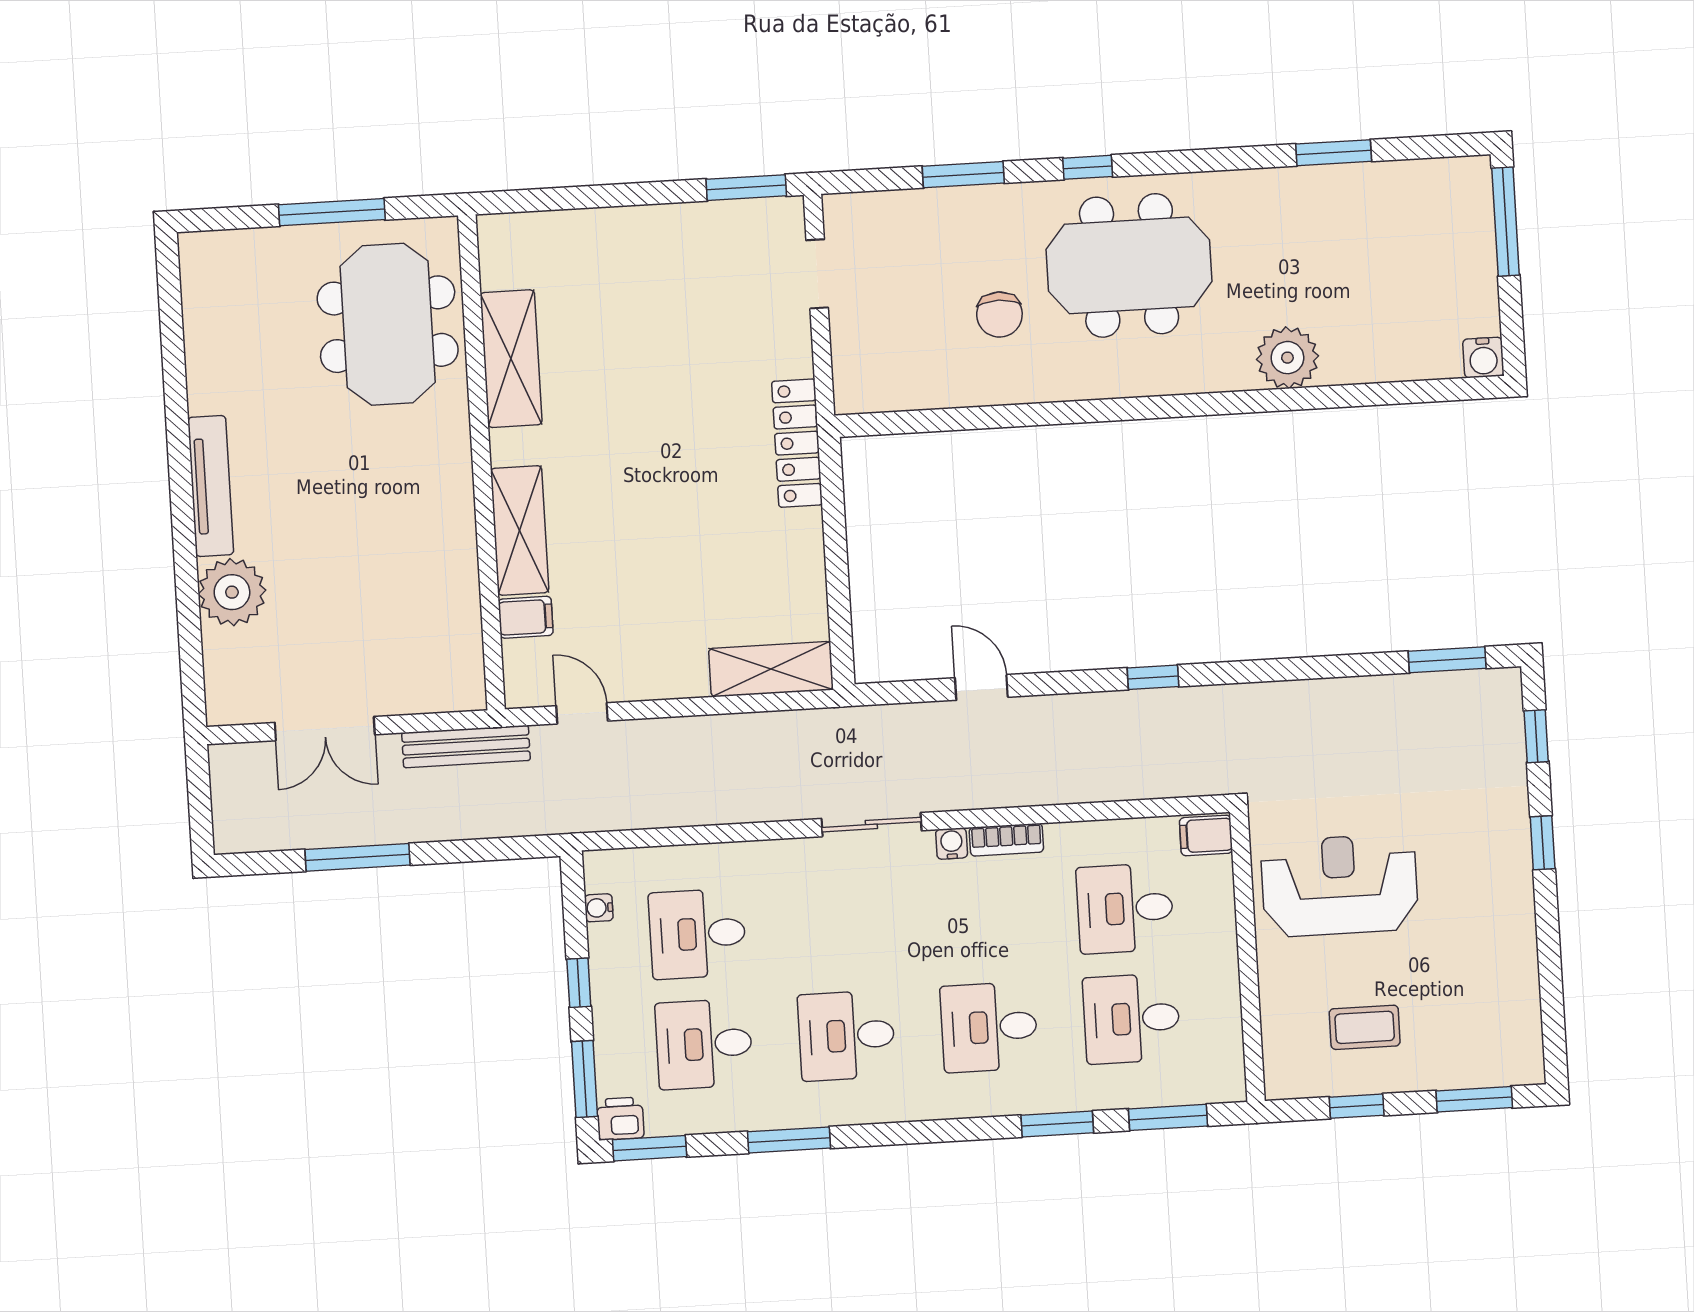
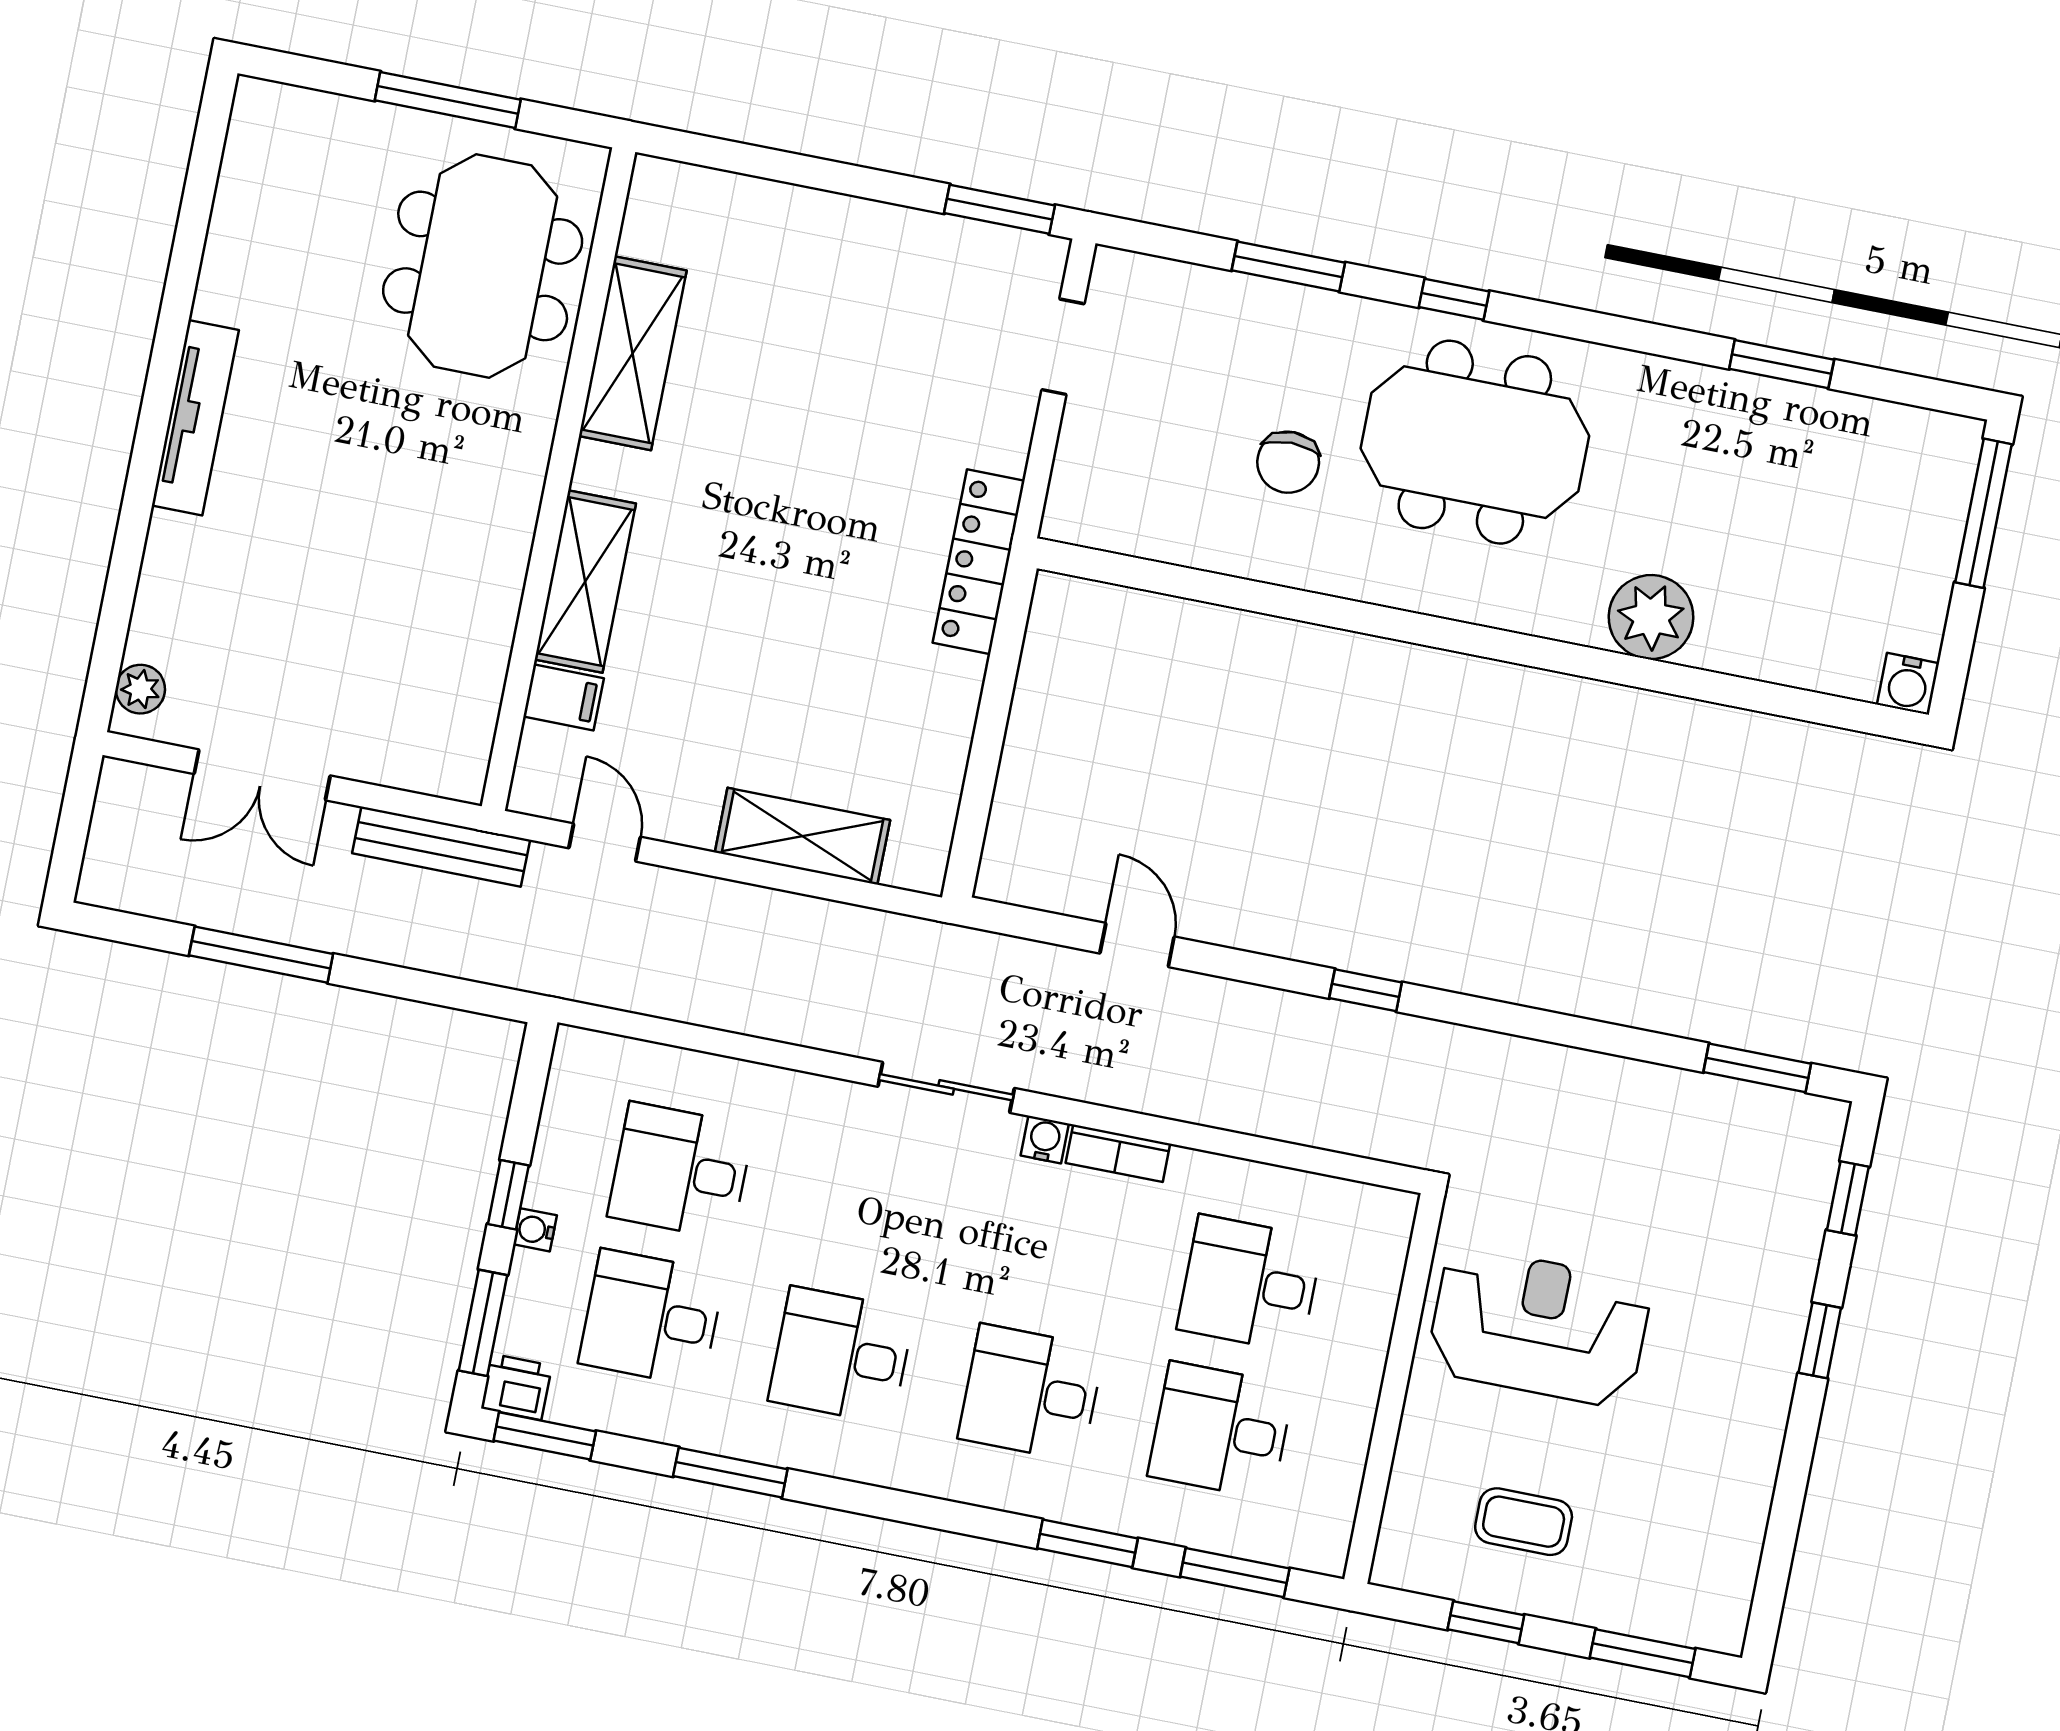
plant: (232, 592) -> (140, 689), moved, width x0.53, depth x0.53
shelving: (771, 669) -> (802, 836), moved
filing cabinet: (1206, 835) -> (1381, 1216), removed
water cooler: (599, 908) -> (535, 1230), moved

